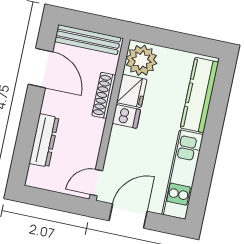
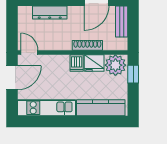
window: (160, 37) -> (133, 74), added
bench: (88, 40) -> (122, 21), width x0.73
door: (128, 216) -> (12, 78), hinge flipped

